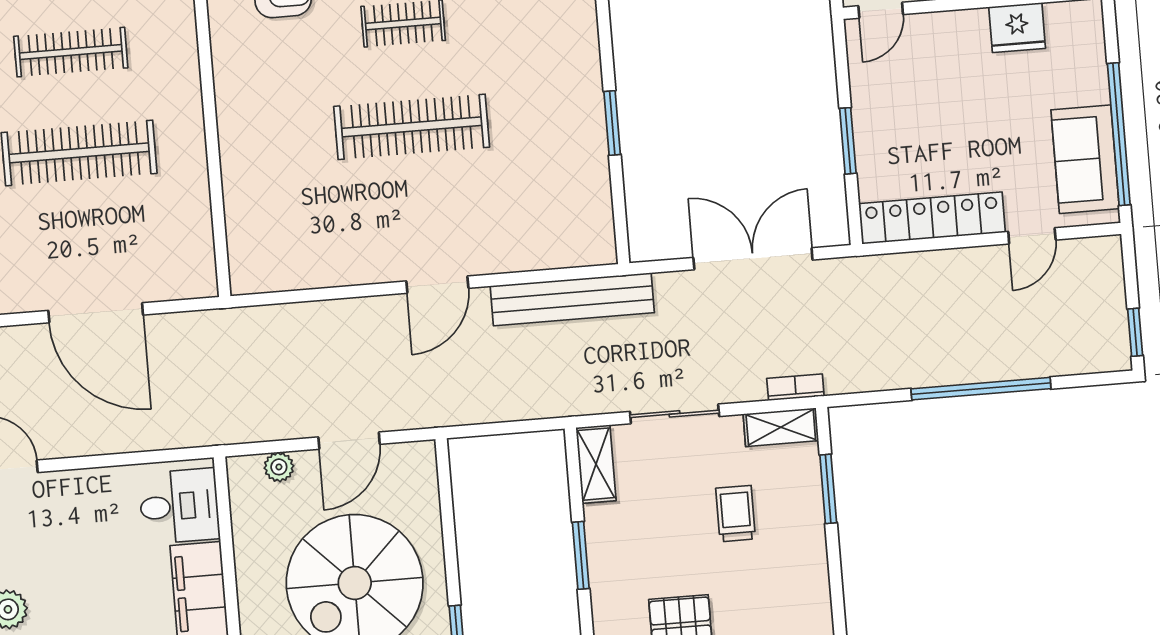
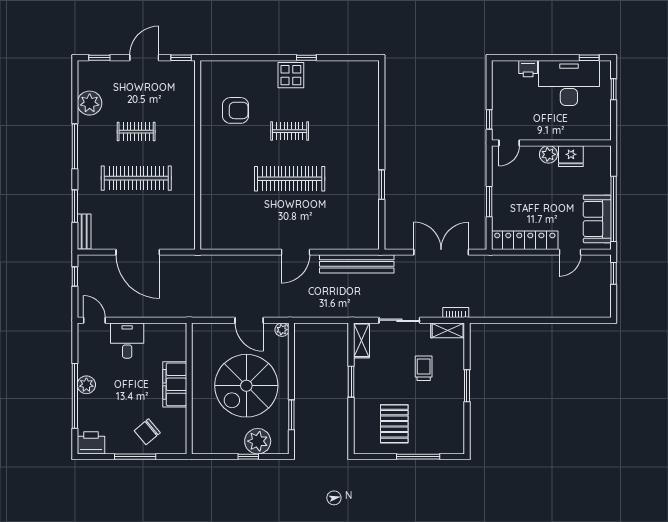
plant: (968, 28) -> (548, 154), added
clothes rail: (71, 52) -> (136, 132), width x0.73
window: (1135, 332) -> (614, 273), moved
window: (981, 389) -> (541, 320), removed
door: (349, 441) -> (249, 320), hinge flipped
plant: (279, 467) -> (282, 330), moved
window: (828, 489) -> (467, 386), moved
desk: (179, 506) -> (127, 341), moved, turned -90

